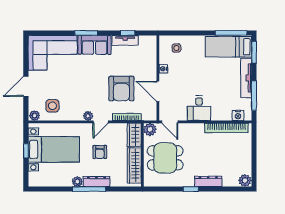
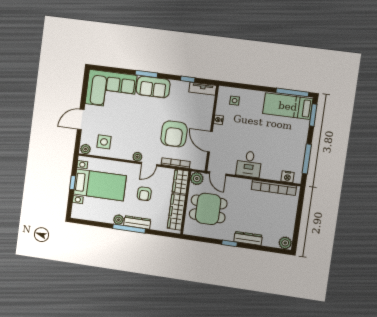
tv unit: (125, 40) -> (203, 89), moved
tv unit: (246, 78) -> (301, 140), removed

